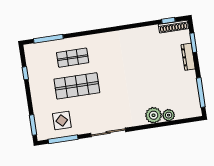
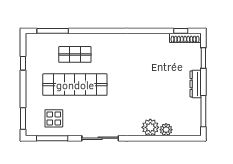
dresser: (188, 57) -> (196, 84), moved
shop shelf: (77, 86) -> (75, 85), width x1.40

